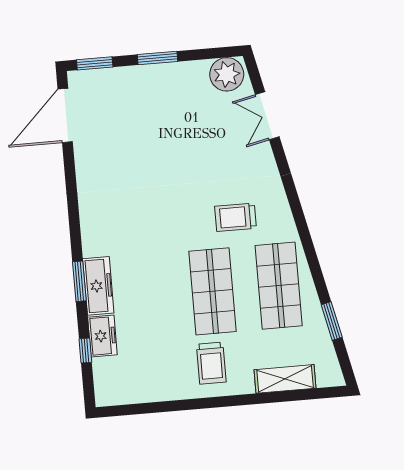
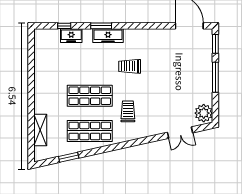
window: (157, 58) -> (215, 77), width x1.44
double door: (267, 116) -> (180, 133), swing flipped
freezer: (98, 286) -> (108, 36), moved
trolley: (211, 363) -> (130, 66), moved

